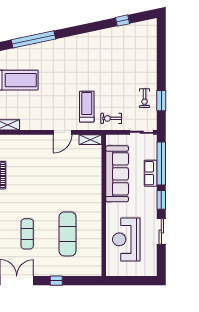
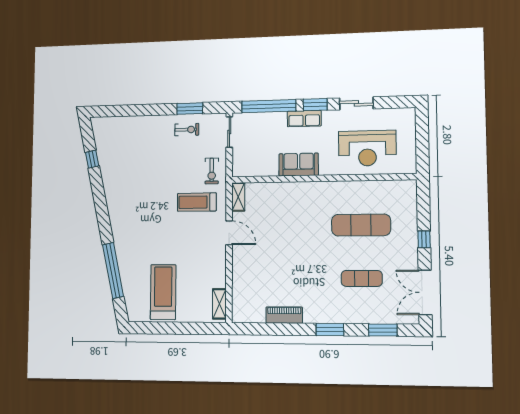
row of seats: (151, 173) -> (304, 119), moved
sofa: (117, 174) -> (299, 165), width x0.54, depth x0.79

